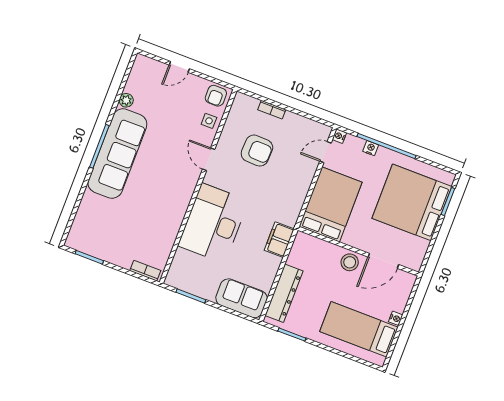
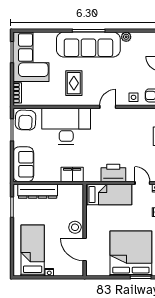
armchair: (257, 151) -> (26, 120), moved
printer: (298, 185) -> (113, 173), added
rug: (161, 192) -> (74, 83), added
bed: (331, 204) -> (109, 195), width x0.67
corner sofa: (105, 235) -> (31, 57), added

